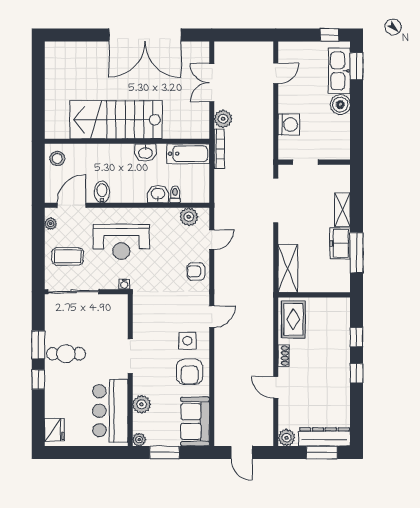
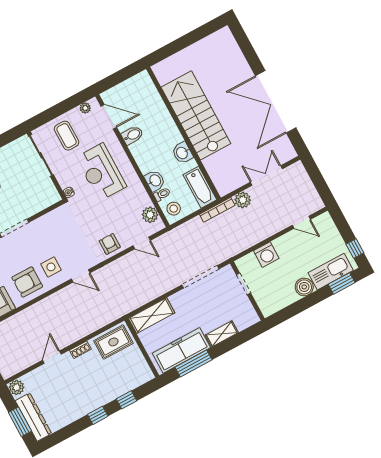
stool: (57, 158) -> (174, 209), moved
freezer: (340, 243) -> (181, 350), width x1.91, depth x1.26

